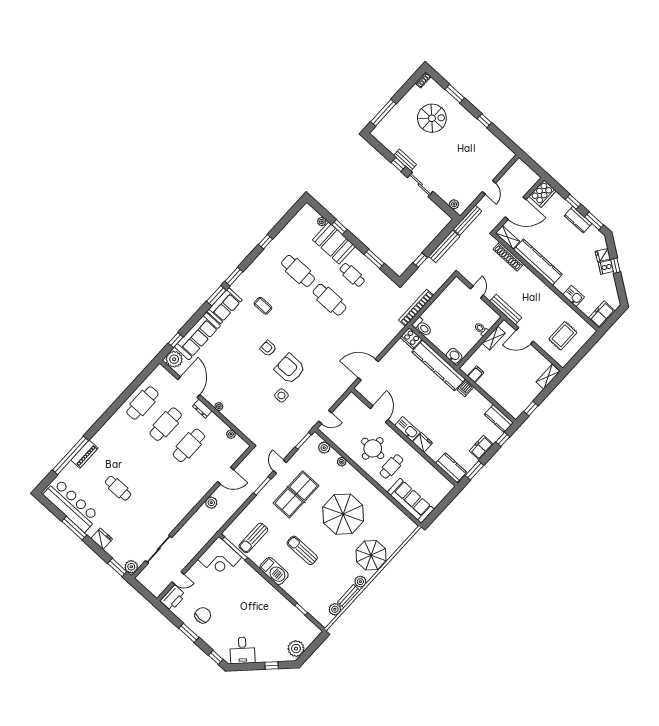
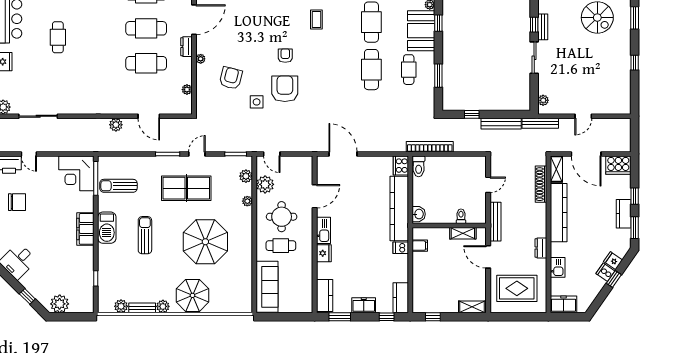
dresser: (551, 295) -> (541, 248), added
rug: (563, 336) -> (517, 288), width x1.36, depth x1.43
armchair: (250, 398) -> (231, 78), added
plant: (341, 440) -> (265, 184), added
filing cabinet: (262, 586) -> (85, 229), added

